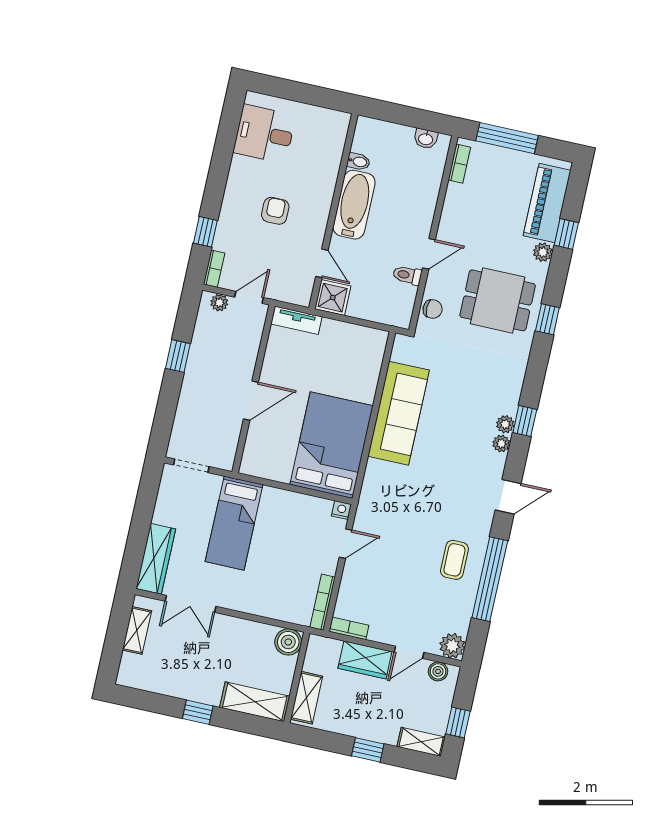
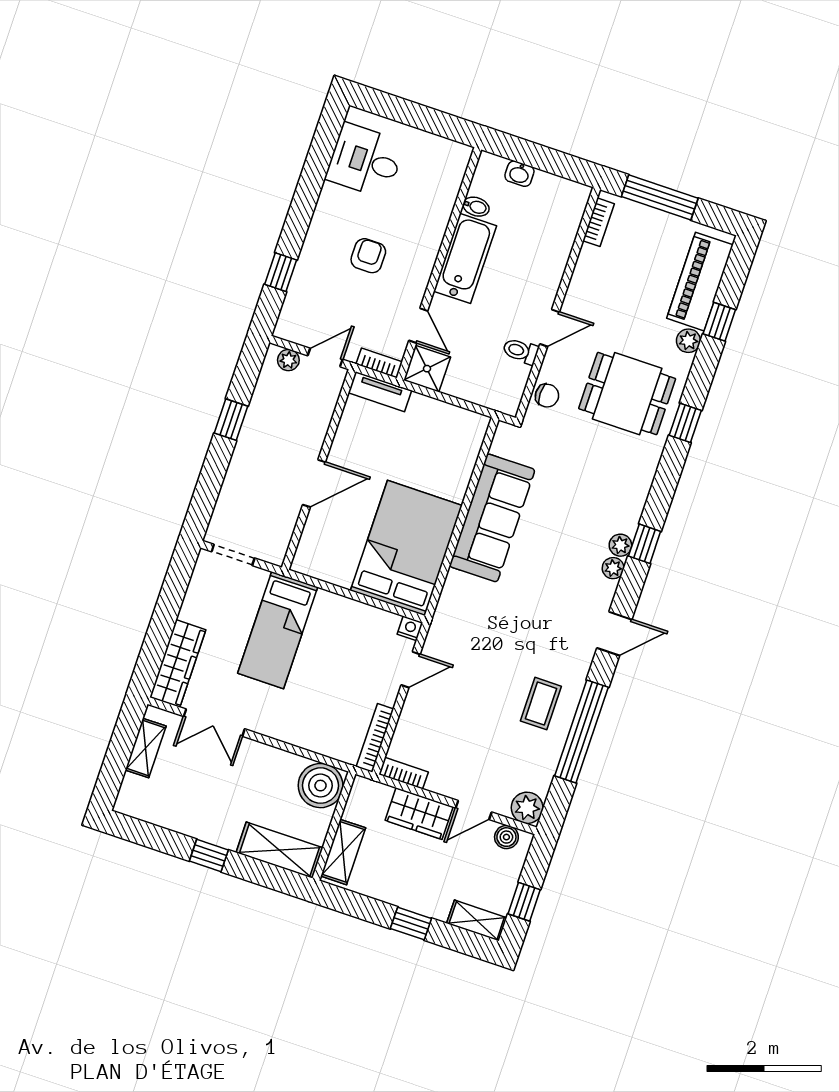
washbasin: (426, 139) -> (519, 174), moved
bookcase: (214, 269) -> (379, 363), moved, turned -90
boiler: (288, 642) -> (321, 786), width x1.37, depth x1.37

